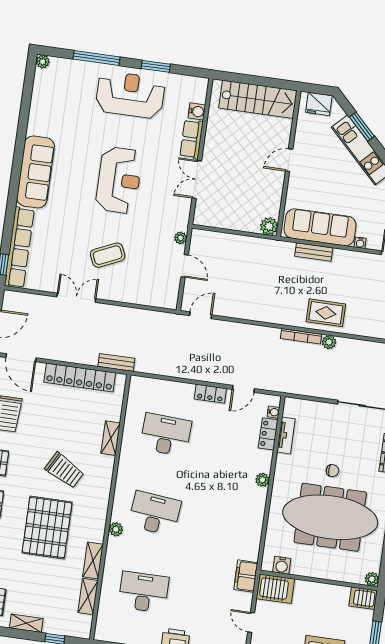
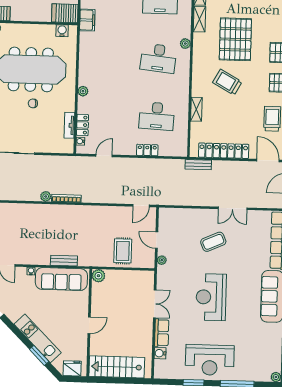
rug: (326, 313) -> (123, 251), moved, turned 90
locker: (210, 394) -> (147, 150), moved

